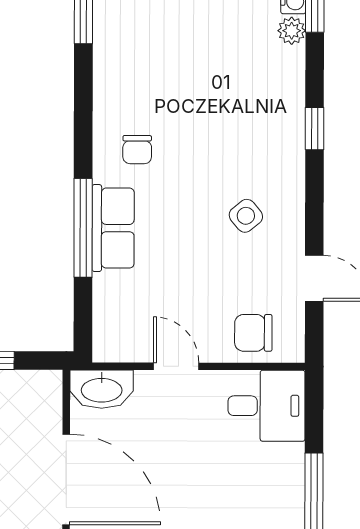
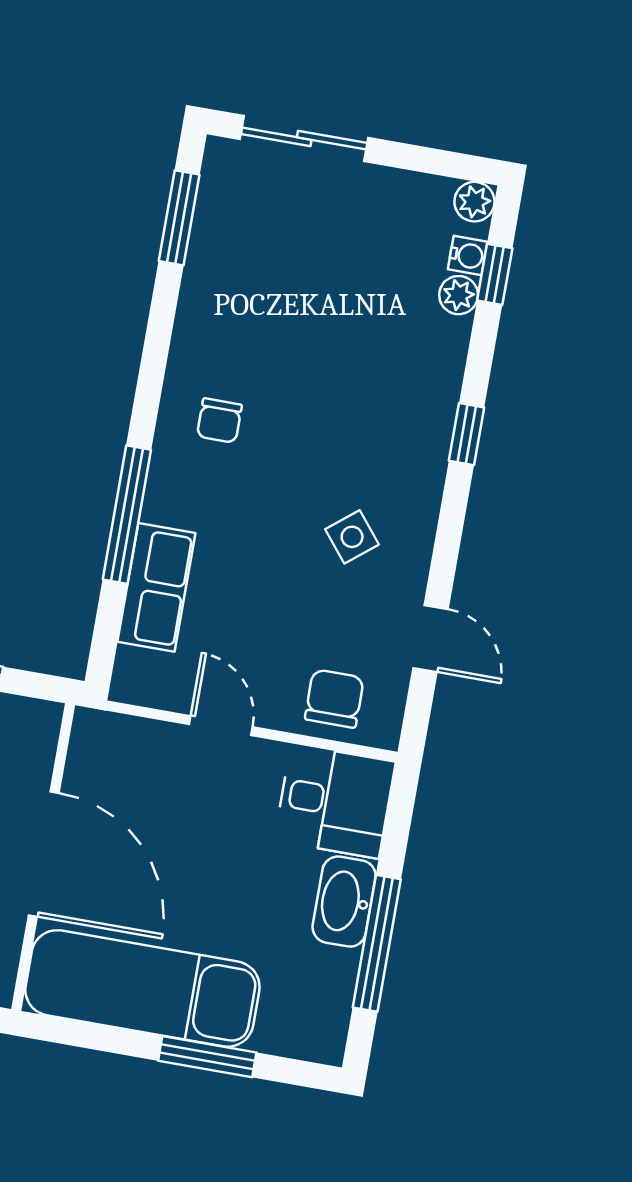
row of seats: (113, 228) -> (156, 587), moved
chair: (253, 333) -> (334, 699), turned 90
washbasin: (102, 389) -> (344, 902), moved, turned 90

